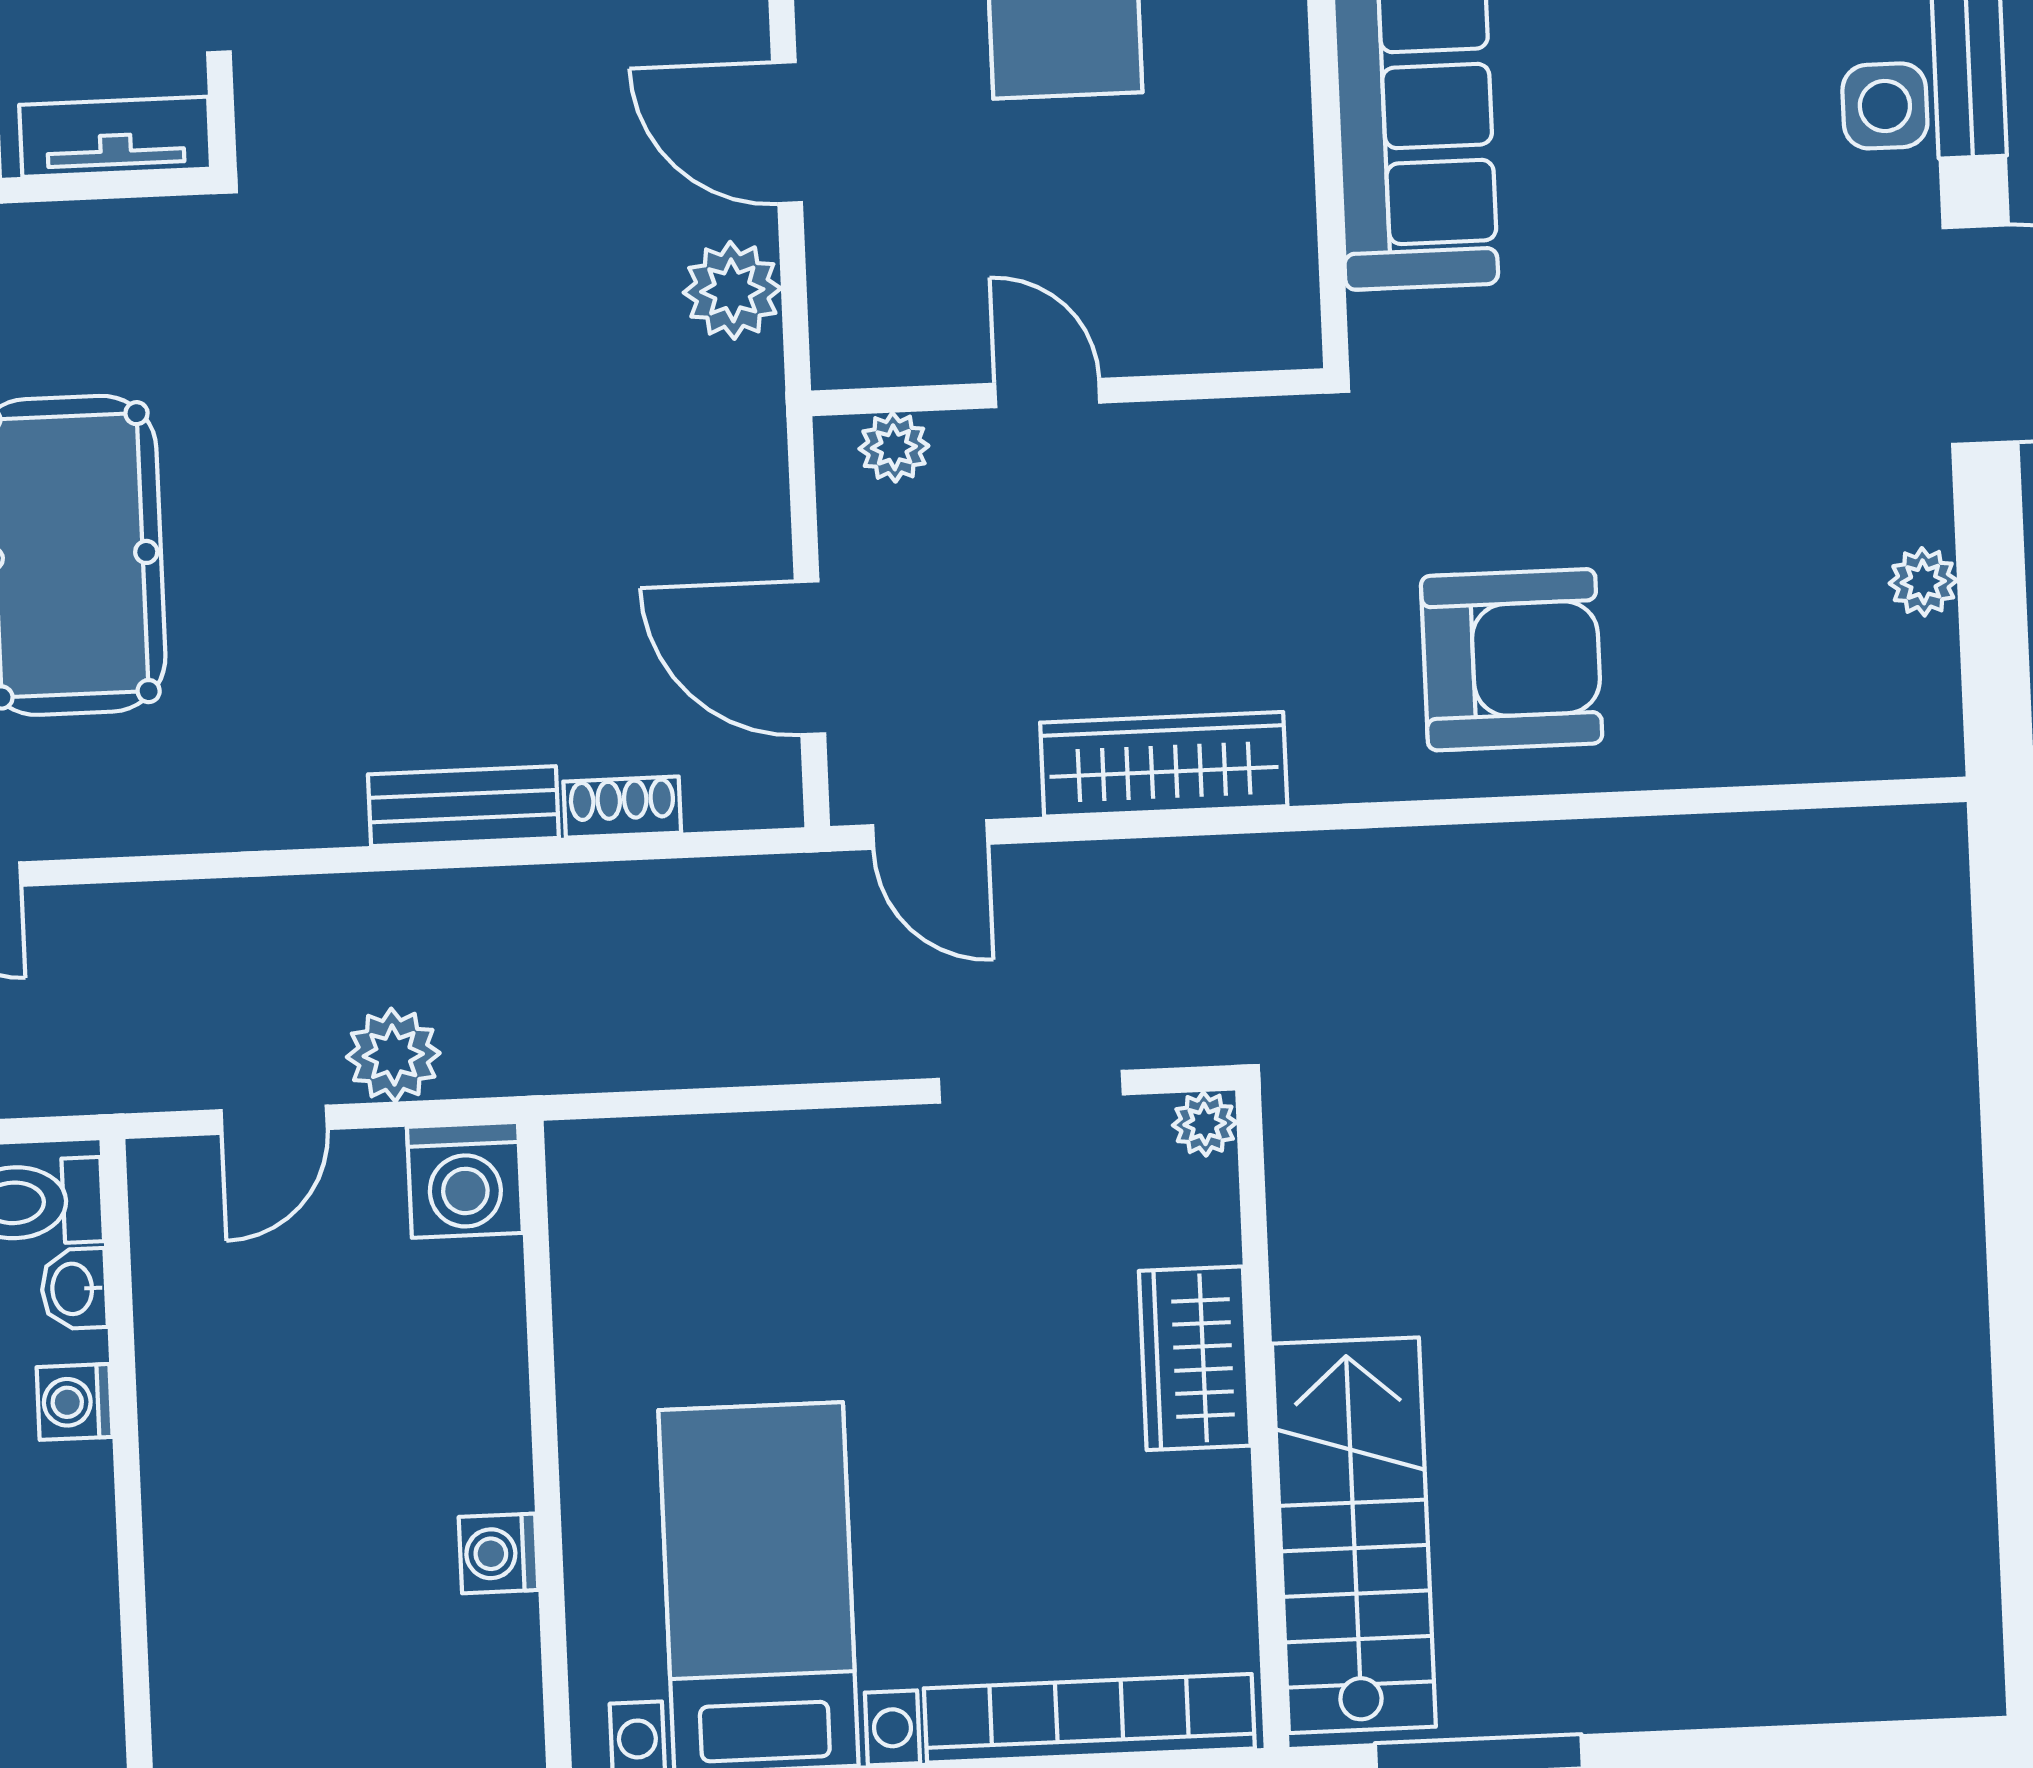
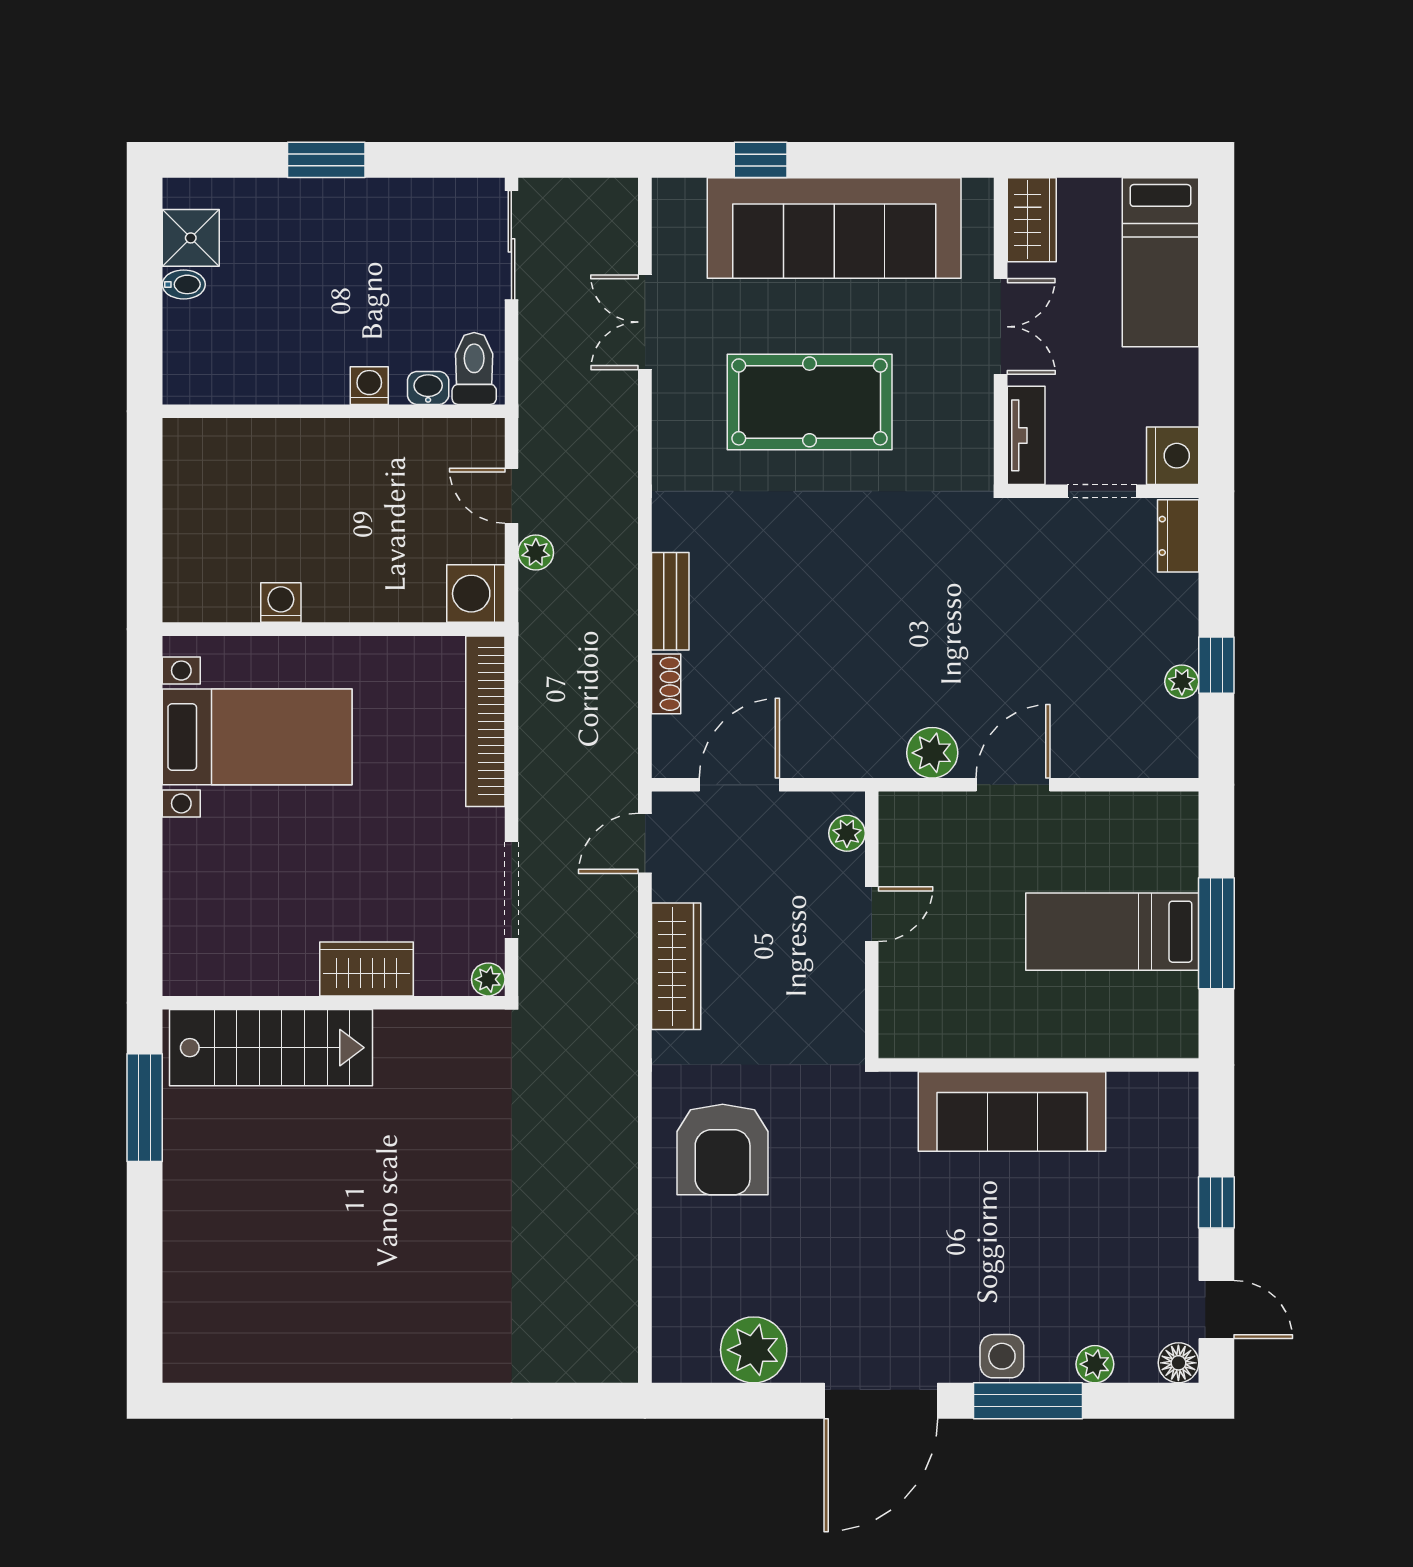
plant: (1923, 582) -> (754, 1350), width x1.87, depth x1.87
plant: (393, 1055) -> (536, 553), width x0.73, depth x0.73
bookcase: (1089, 1718) -> (485, 721), moved, turned 180

